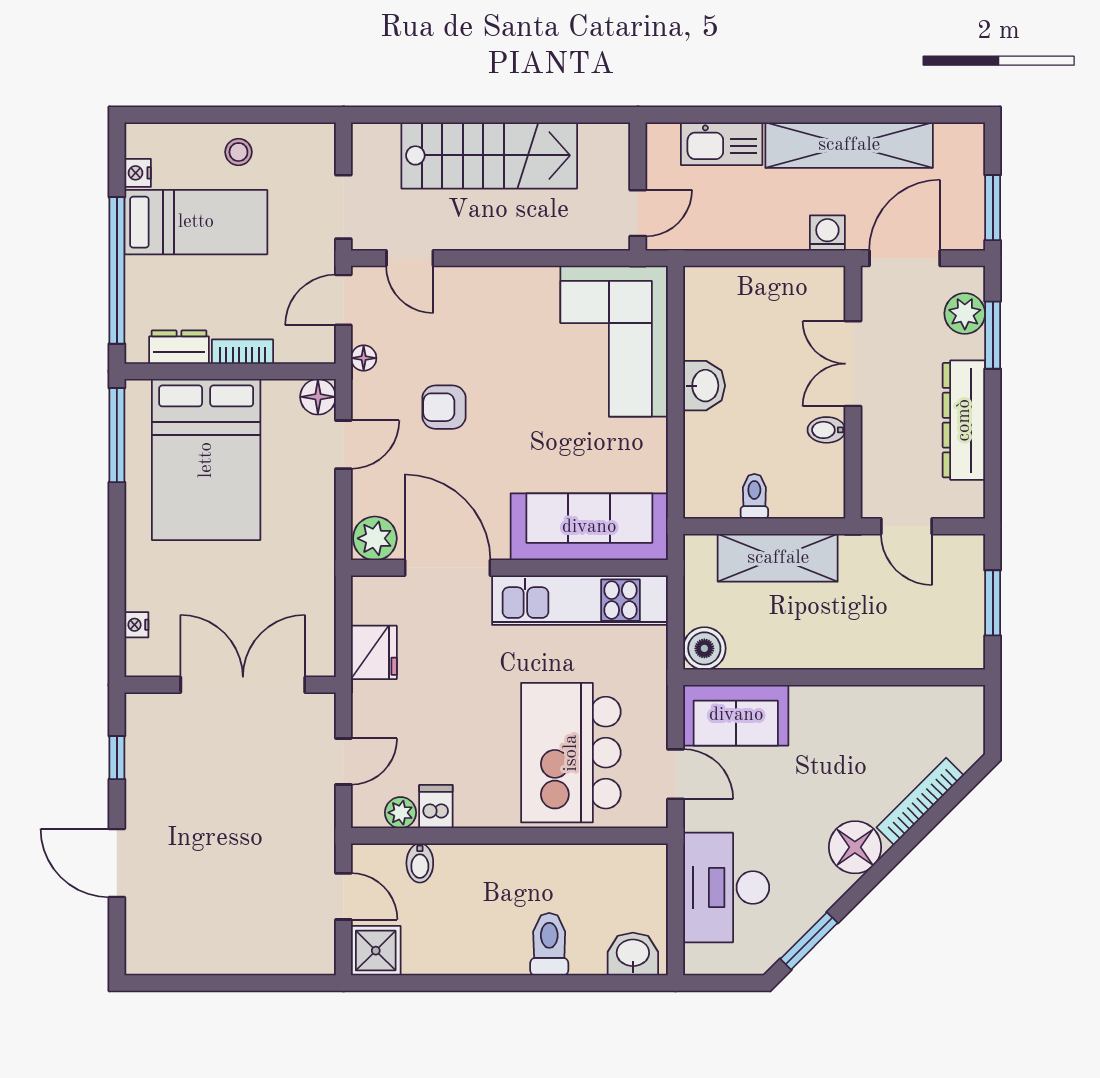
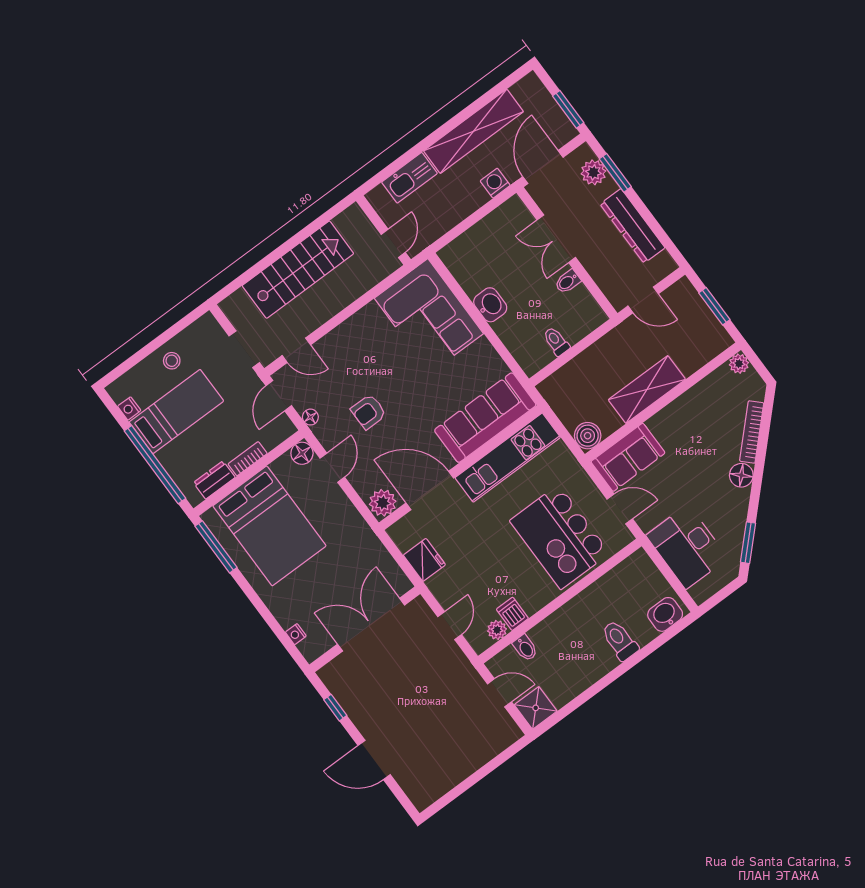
shelving: (778, 558) -> (647, 390), moved
plant: (969, 701) -> (739, 364), added
floor lamp: (855, 847) -> (741, 475), width x0.73, depth x0.73

